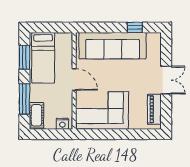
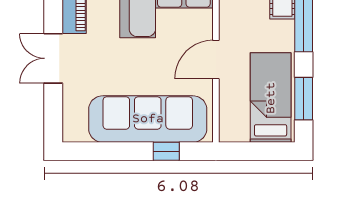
window: (135, 27) -> (166, 151), moved
door: (74, 79) -> (216, 59), hinge flipped

